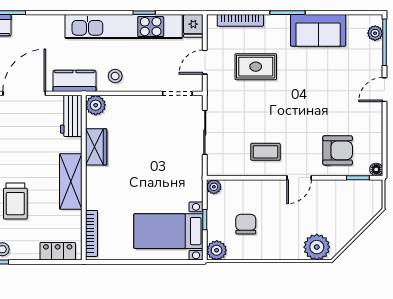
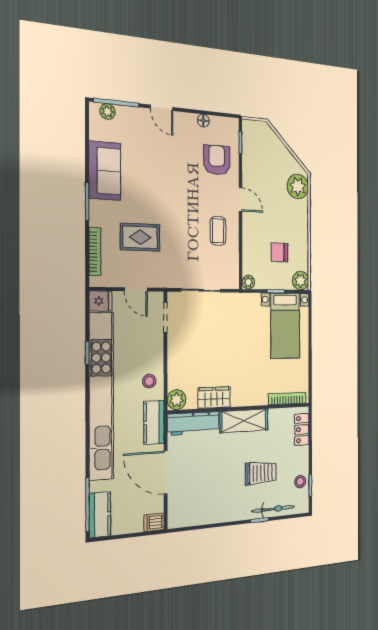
kitchen unit: (124, 27) -> (101, 396), width x1.36
rug: (256, 67) -> (140, 237), turned 90
workbench: (71, 116) -> (193, 423), width x1.38
floor lamp: (376, 169) -> (203, 121), moved

